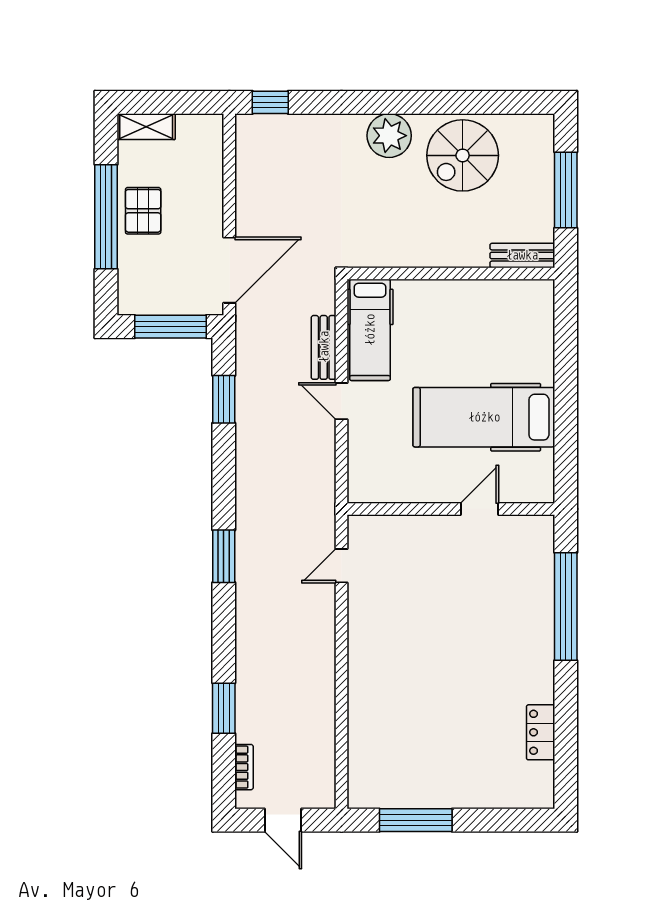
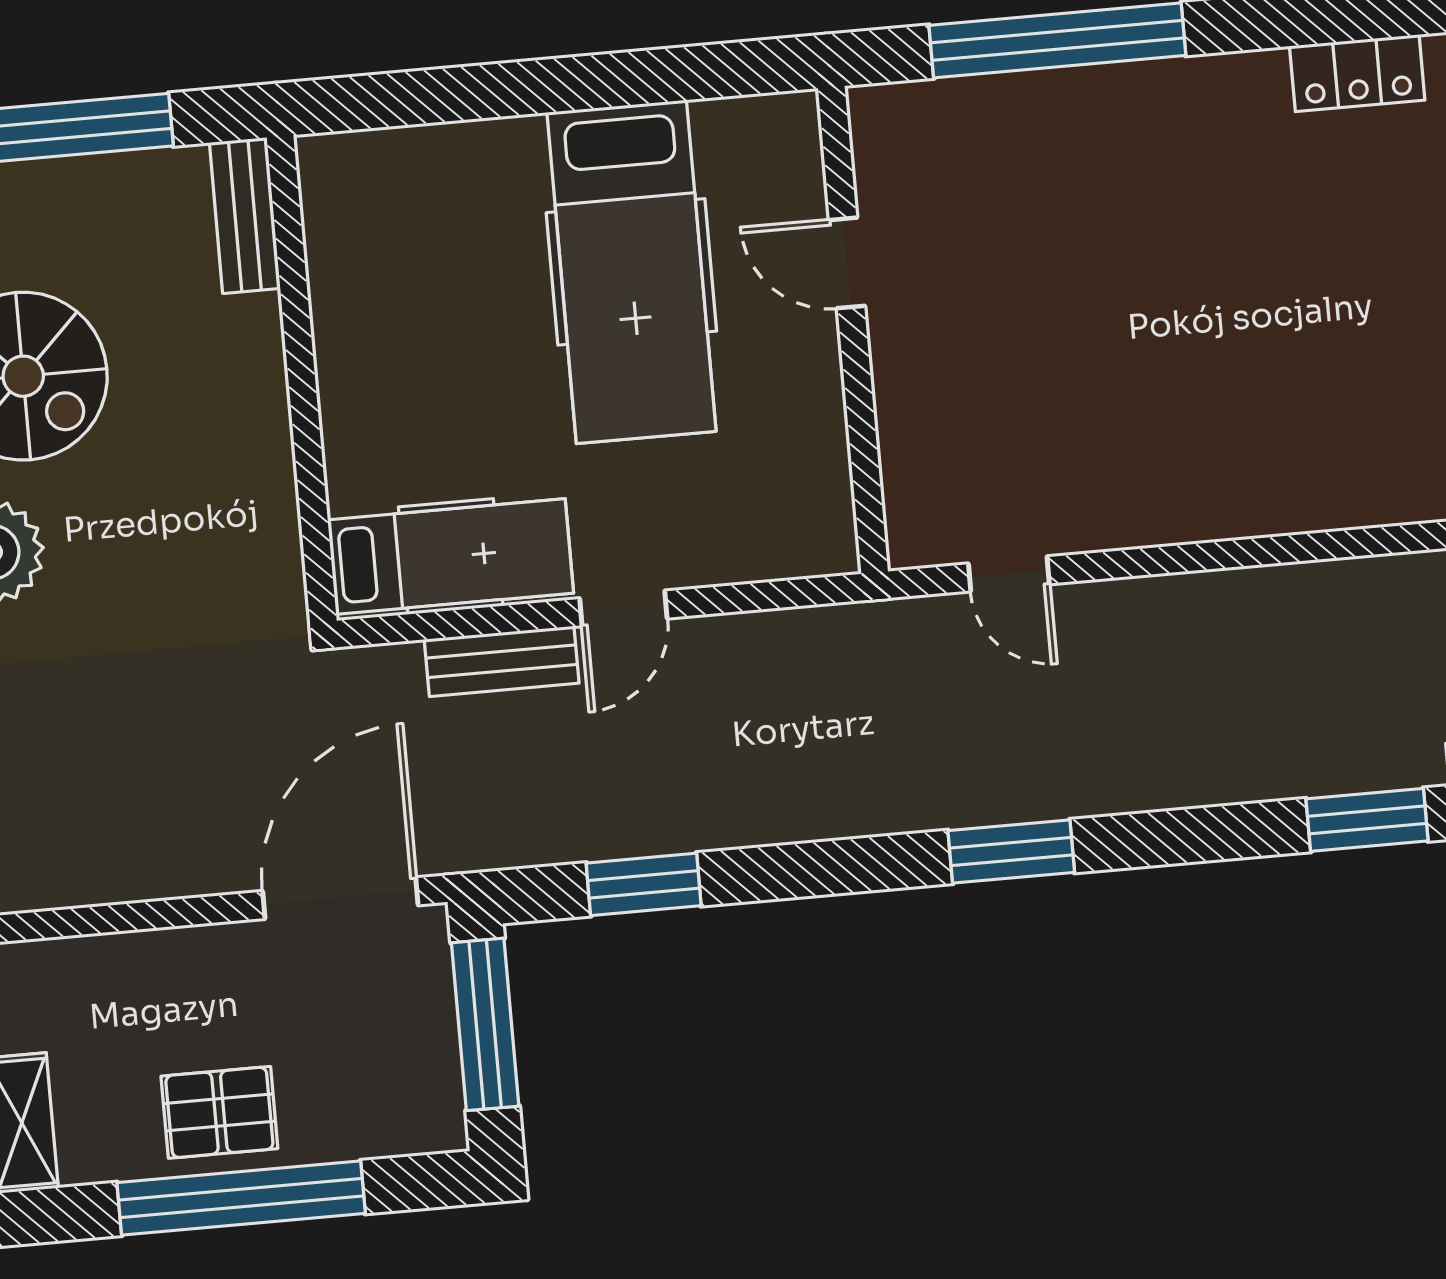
door: (229, 270) -> (340, 898), hinge flipped

